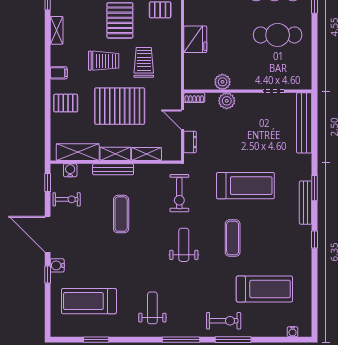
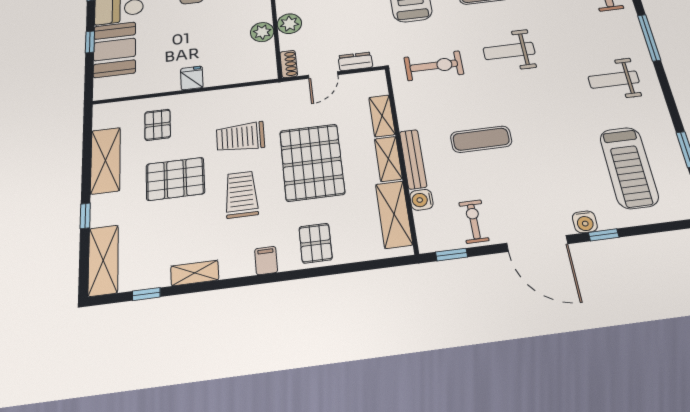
fridge: (195, 39) -> (192, 78), width x0.53, depth x0.75
water cooler: (70, 170) -> (421, 200), moved
door: (48, 234) -> (537, 243), hinge flipped

